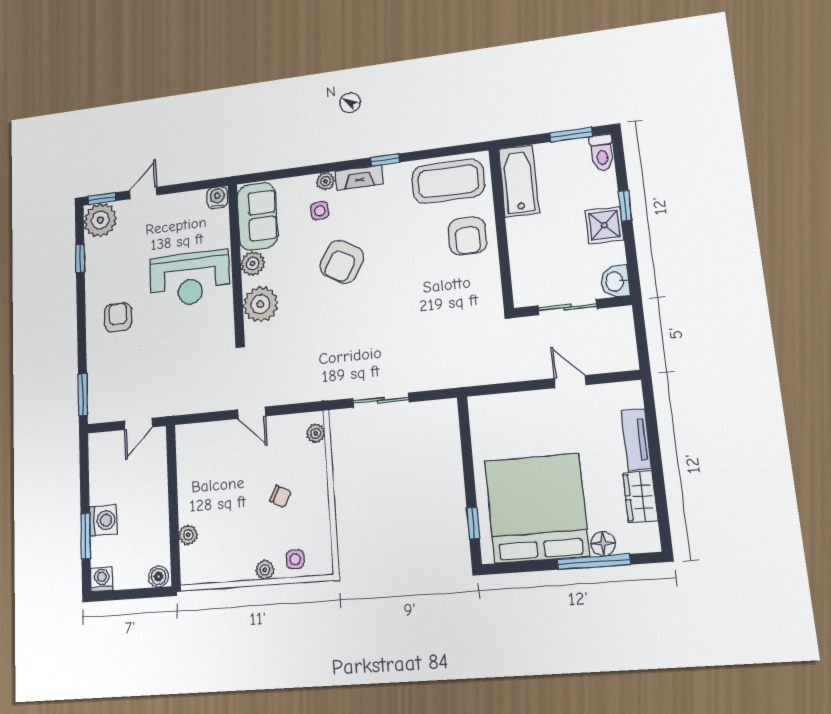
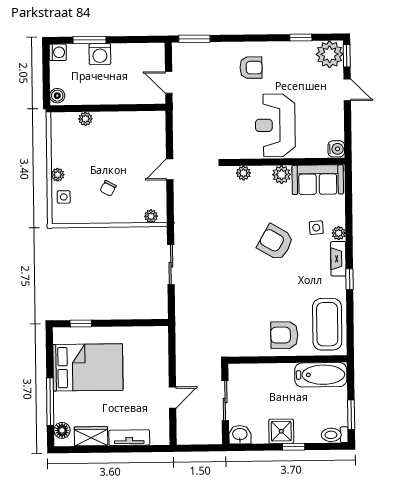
plant: (260, 304) -> (243, 173), width x0.53, depth x0.53
bed: (537, 508) -> (88, 367), width x0.73
floor lamp: (603, 544) -> (62, 430), moved

